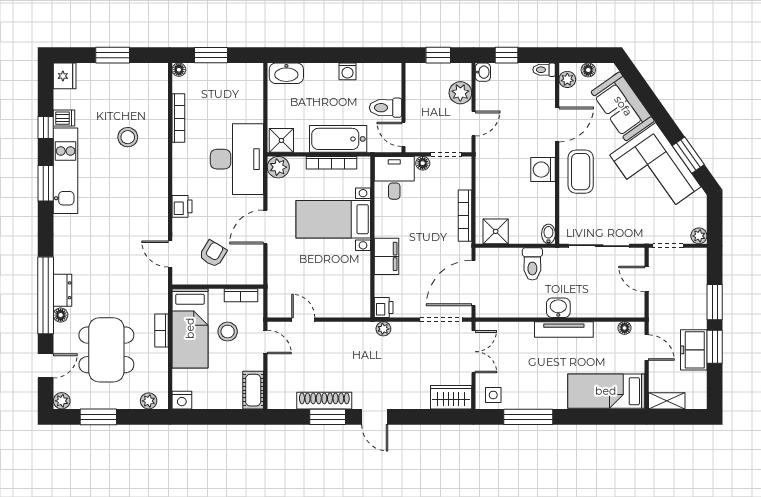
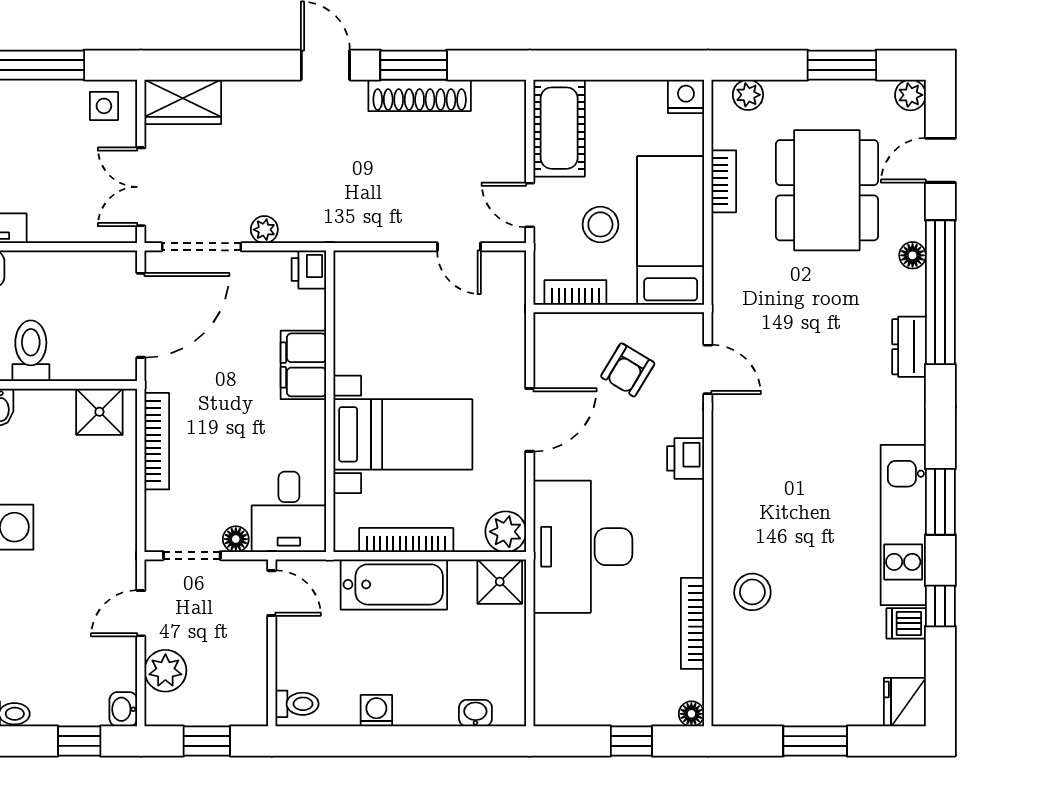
window: (211, 55) -> (631, 741), width x0.67
washbasin: (286, 73) -> (475, 713), width x0.52, depth x0.69
toilet: (386, 108) -> (297, 704), moved, width x0.73, depth x0.72
stool: (128, 137) -> (752, 592), moved
dresser: (63, 290) -> (909, 347), moved
plant: (383, 329) -> (264, 230), moved
bookcase: (162, 331) -> (724, 181), moved
cot: (253, 390) -> (559, 128), width x1.37, depth x1.34

